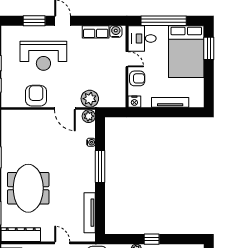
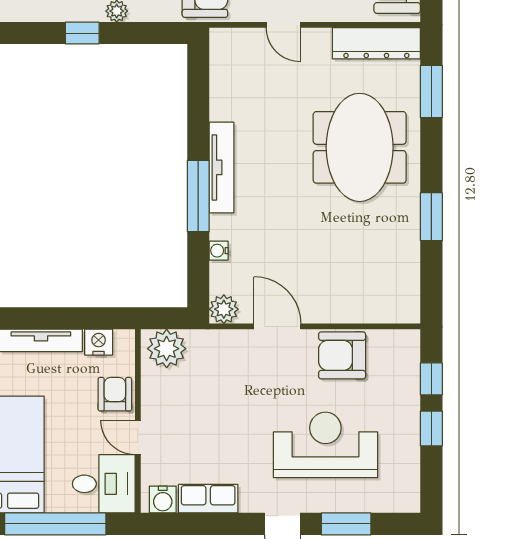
armchair: (137, 78) -> (115, 394), turned 90
armchair: (36, 96) -> (342, 355), turned 90
plant: (90, 99) -> (167, 349), moved
nightstand: (134, 102) -> (99, 342), moved
tv unit: (90, 213) -> (221, 167), moved

